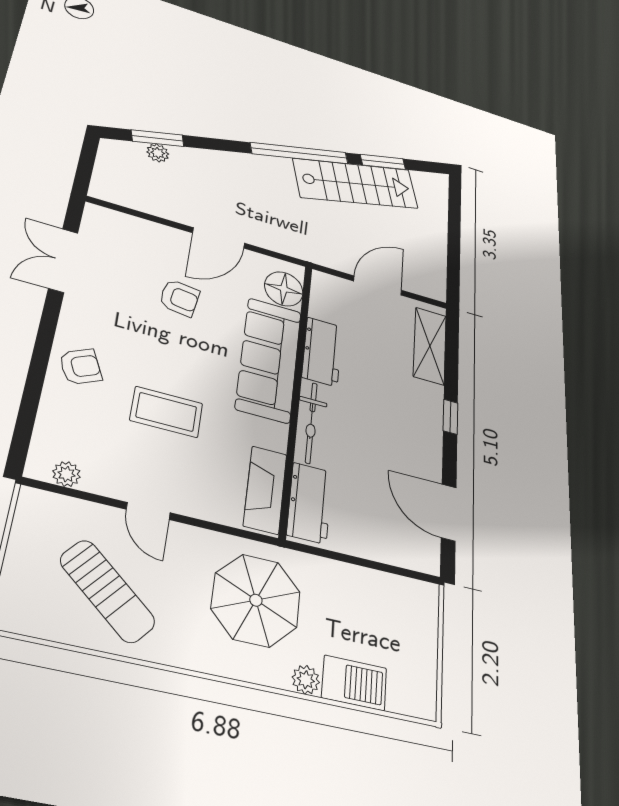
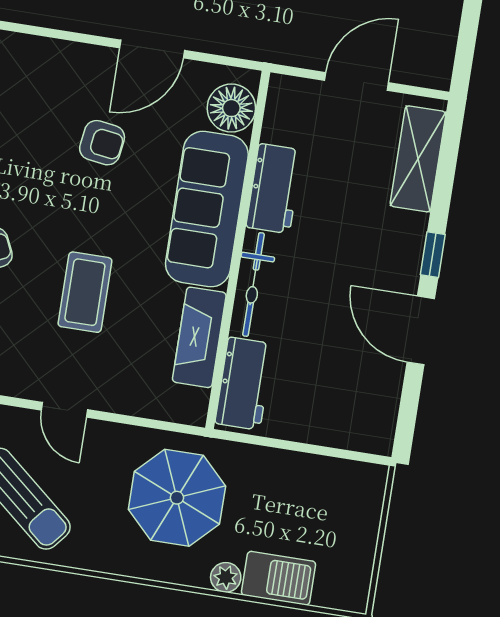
coffee table: (166, 412) -> (85, 292), turned 90
fireplace: (265, 490) -> (199, 337), moved
door: (449, 512) -> (421, 330), moved

